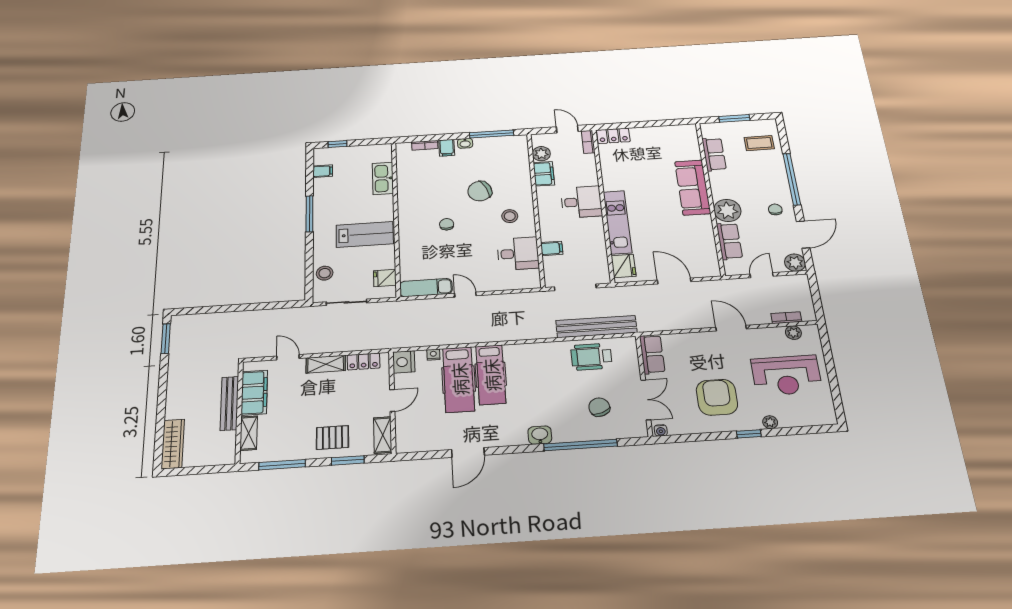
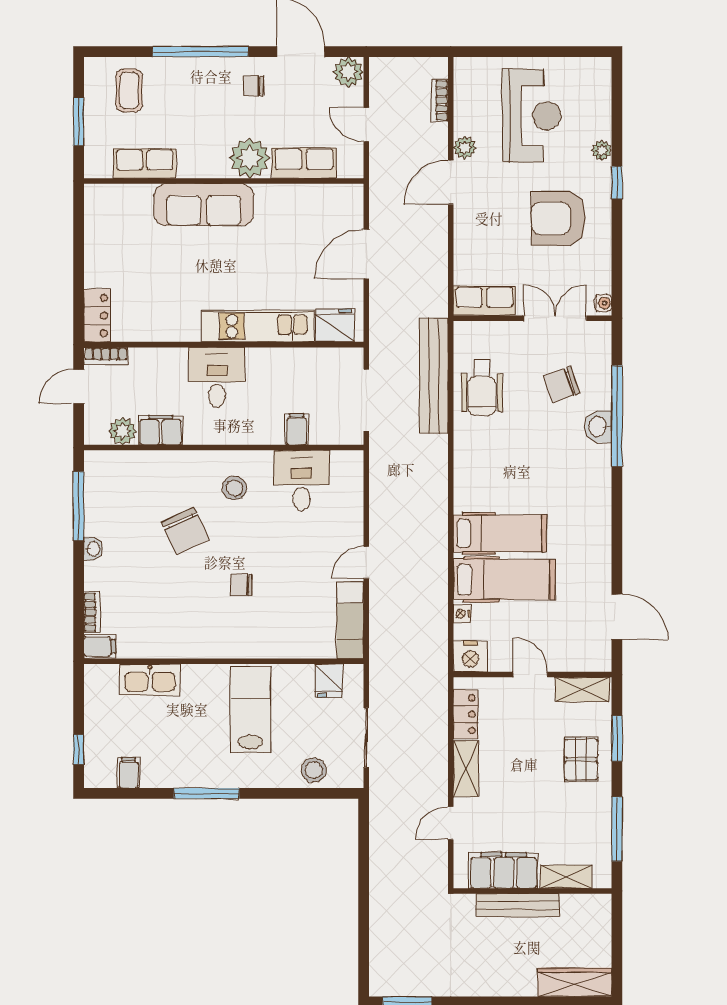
filing cabinet: (447, 148) -> (100, 646), moved
plant: (793, 333) -> (465, 148), moved
washbasin: (540, 435) -> (598, 427), moved
door: (468, 452) -> (617, 617), moved

